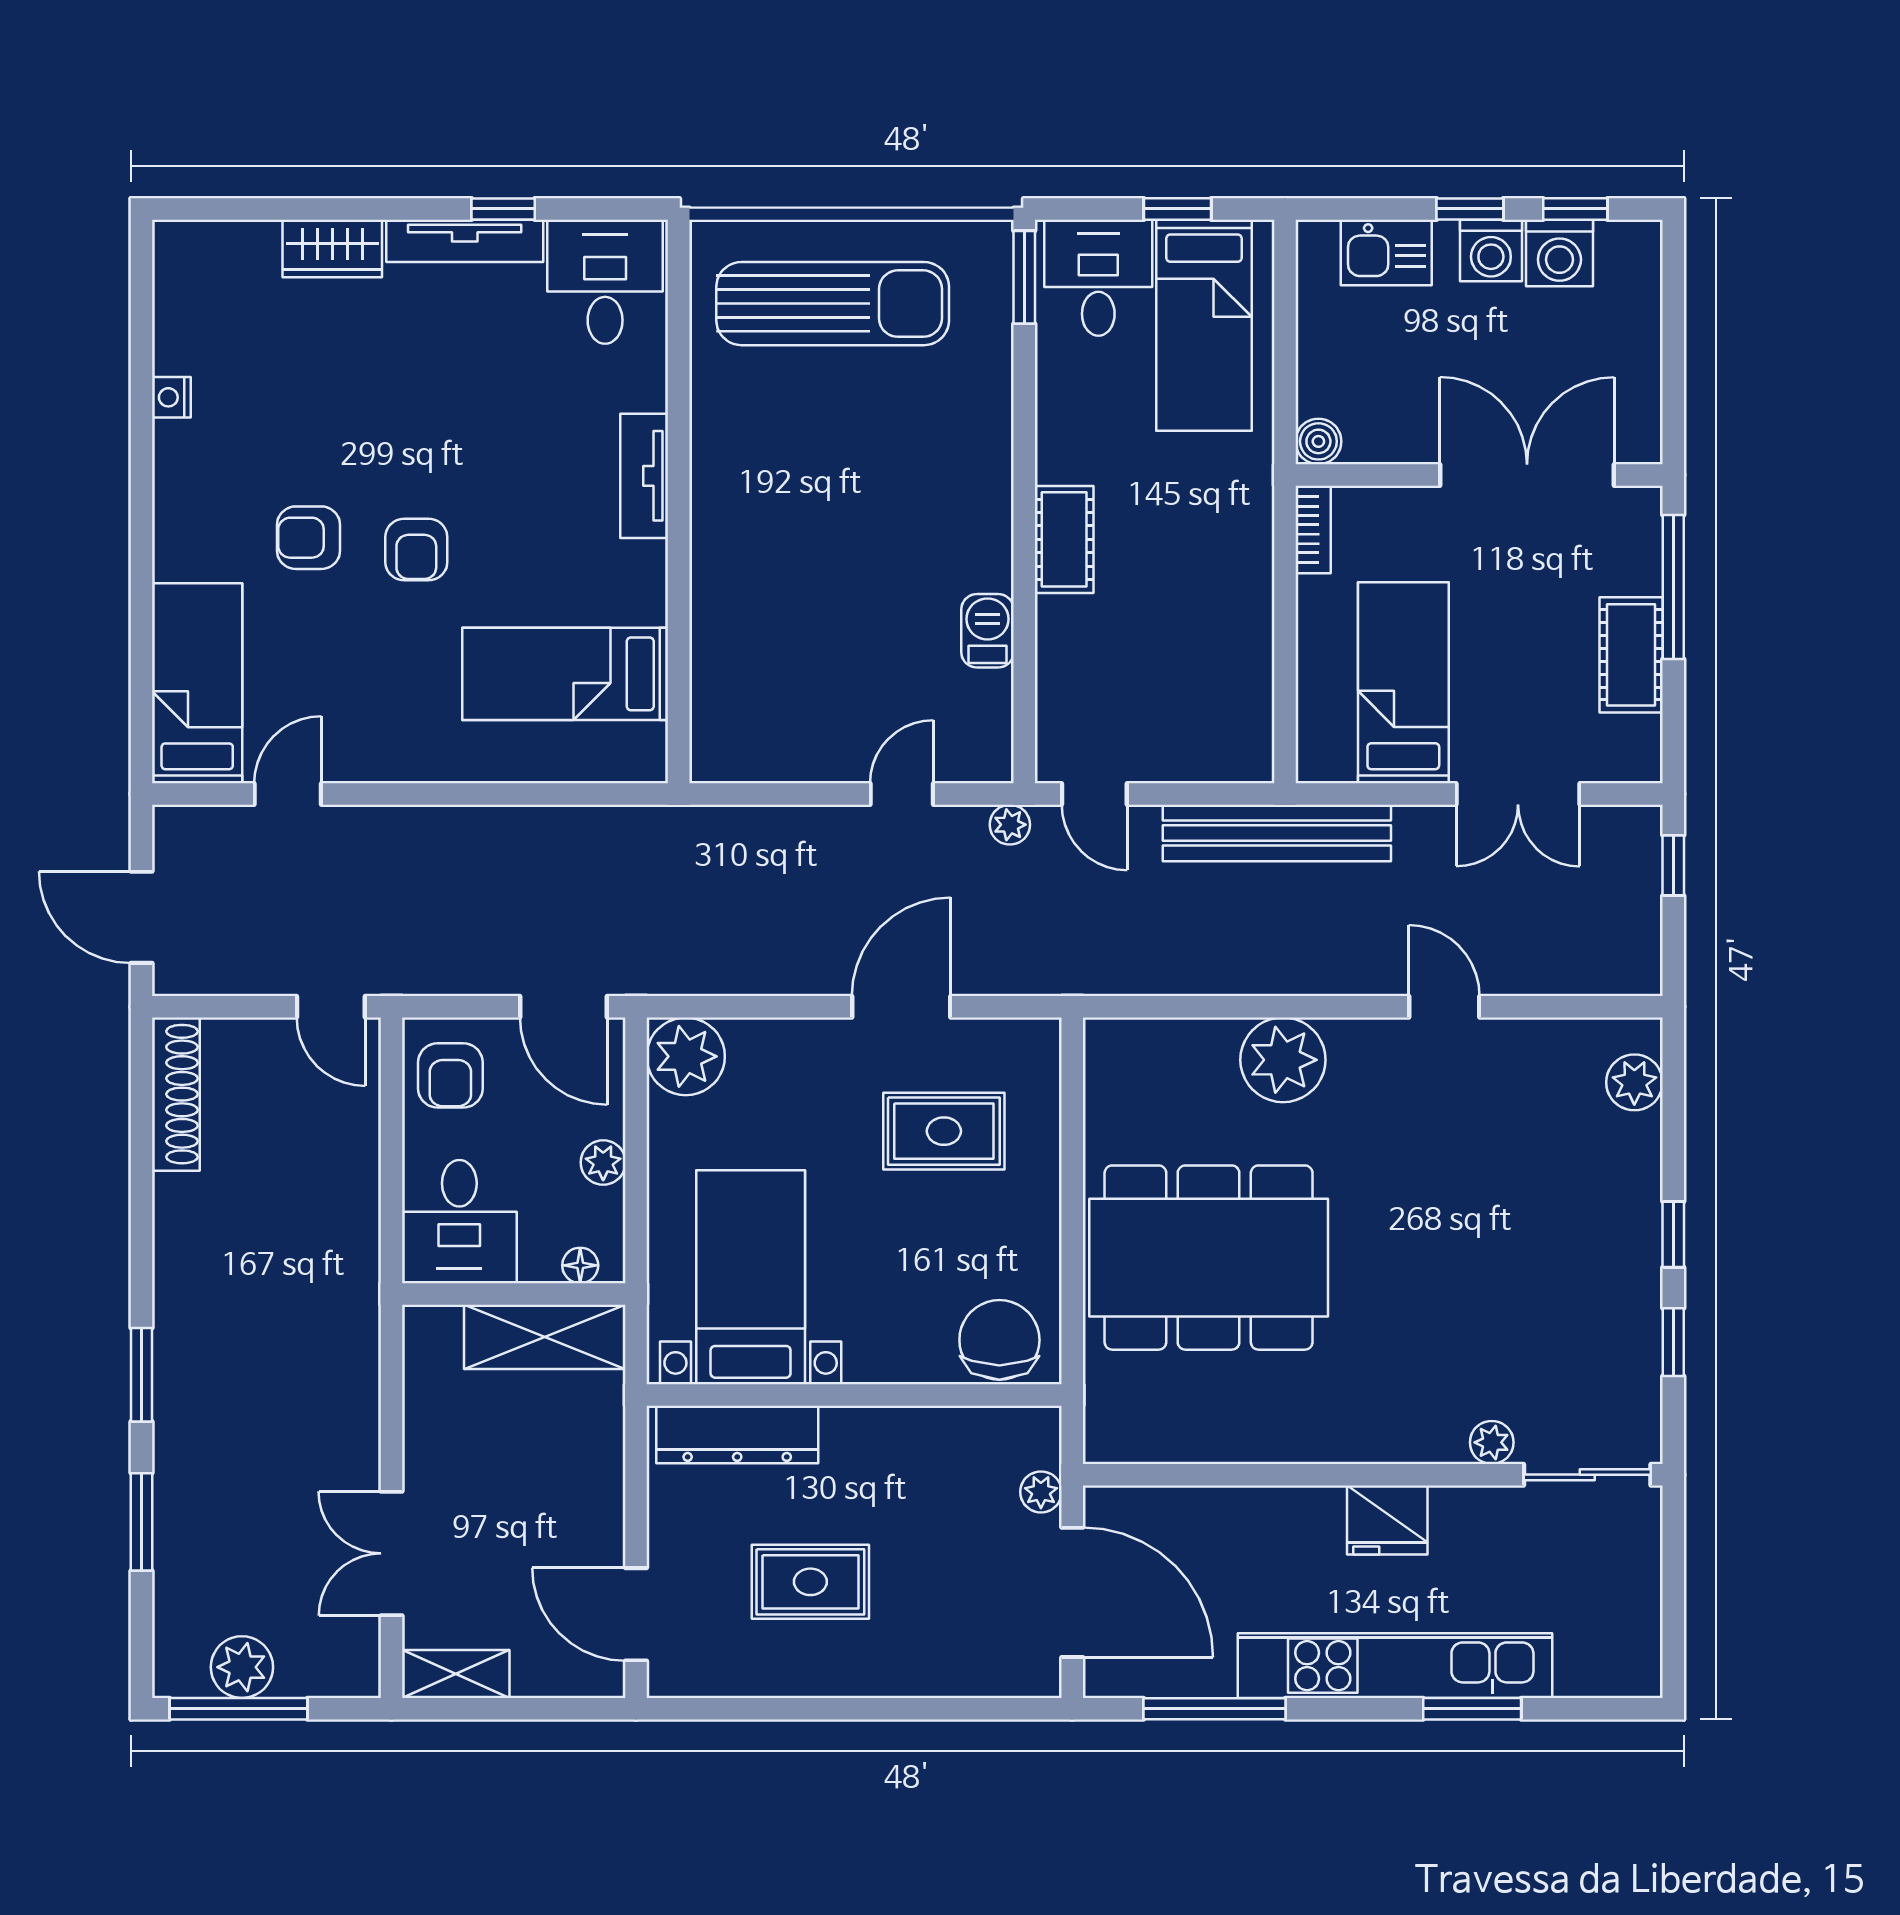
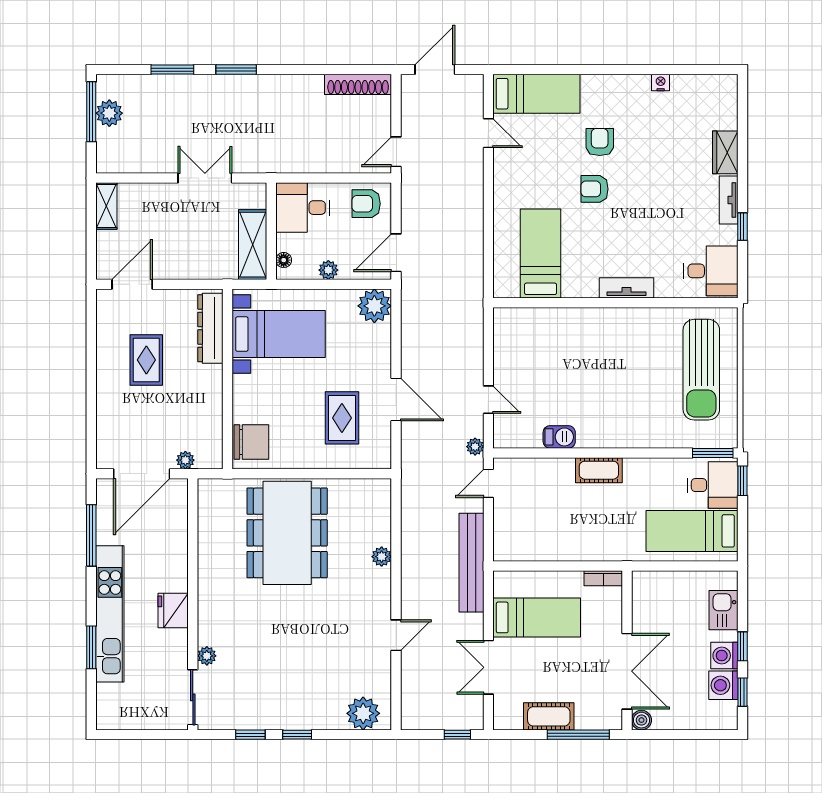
window: (1178, 209) -> (742, 481), moved
tv unit: (465, 241) -> (729, 200), width x0.71
boiler: (1318, 441) -> (641, 720), moved
plant: (1283, 1060) -> (382, 557), width x0.53, depth x0.53
plant: (1634, 1082) -> (363, 713), width x1.36, depth x1.36
double door: (391, 1553) -> (205, 178), moved

